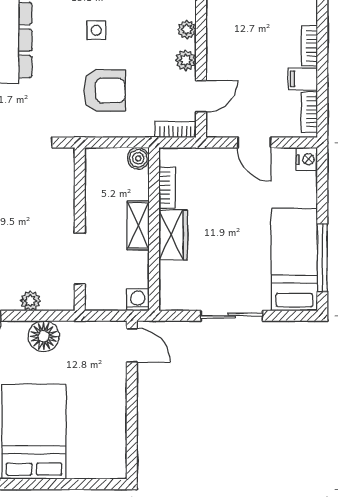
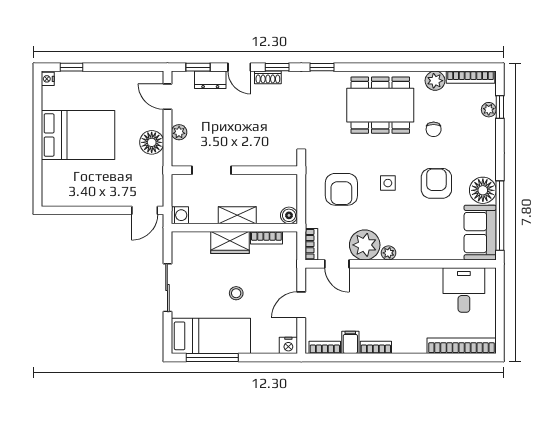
plant: (186, 60) -> (365, 245), width x1.87, depth x1.87
stool: (239, 227) -> (236, 293), added

